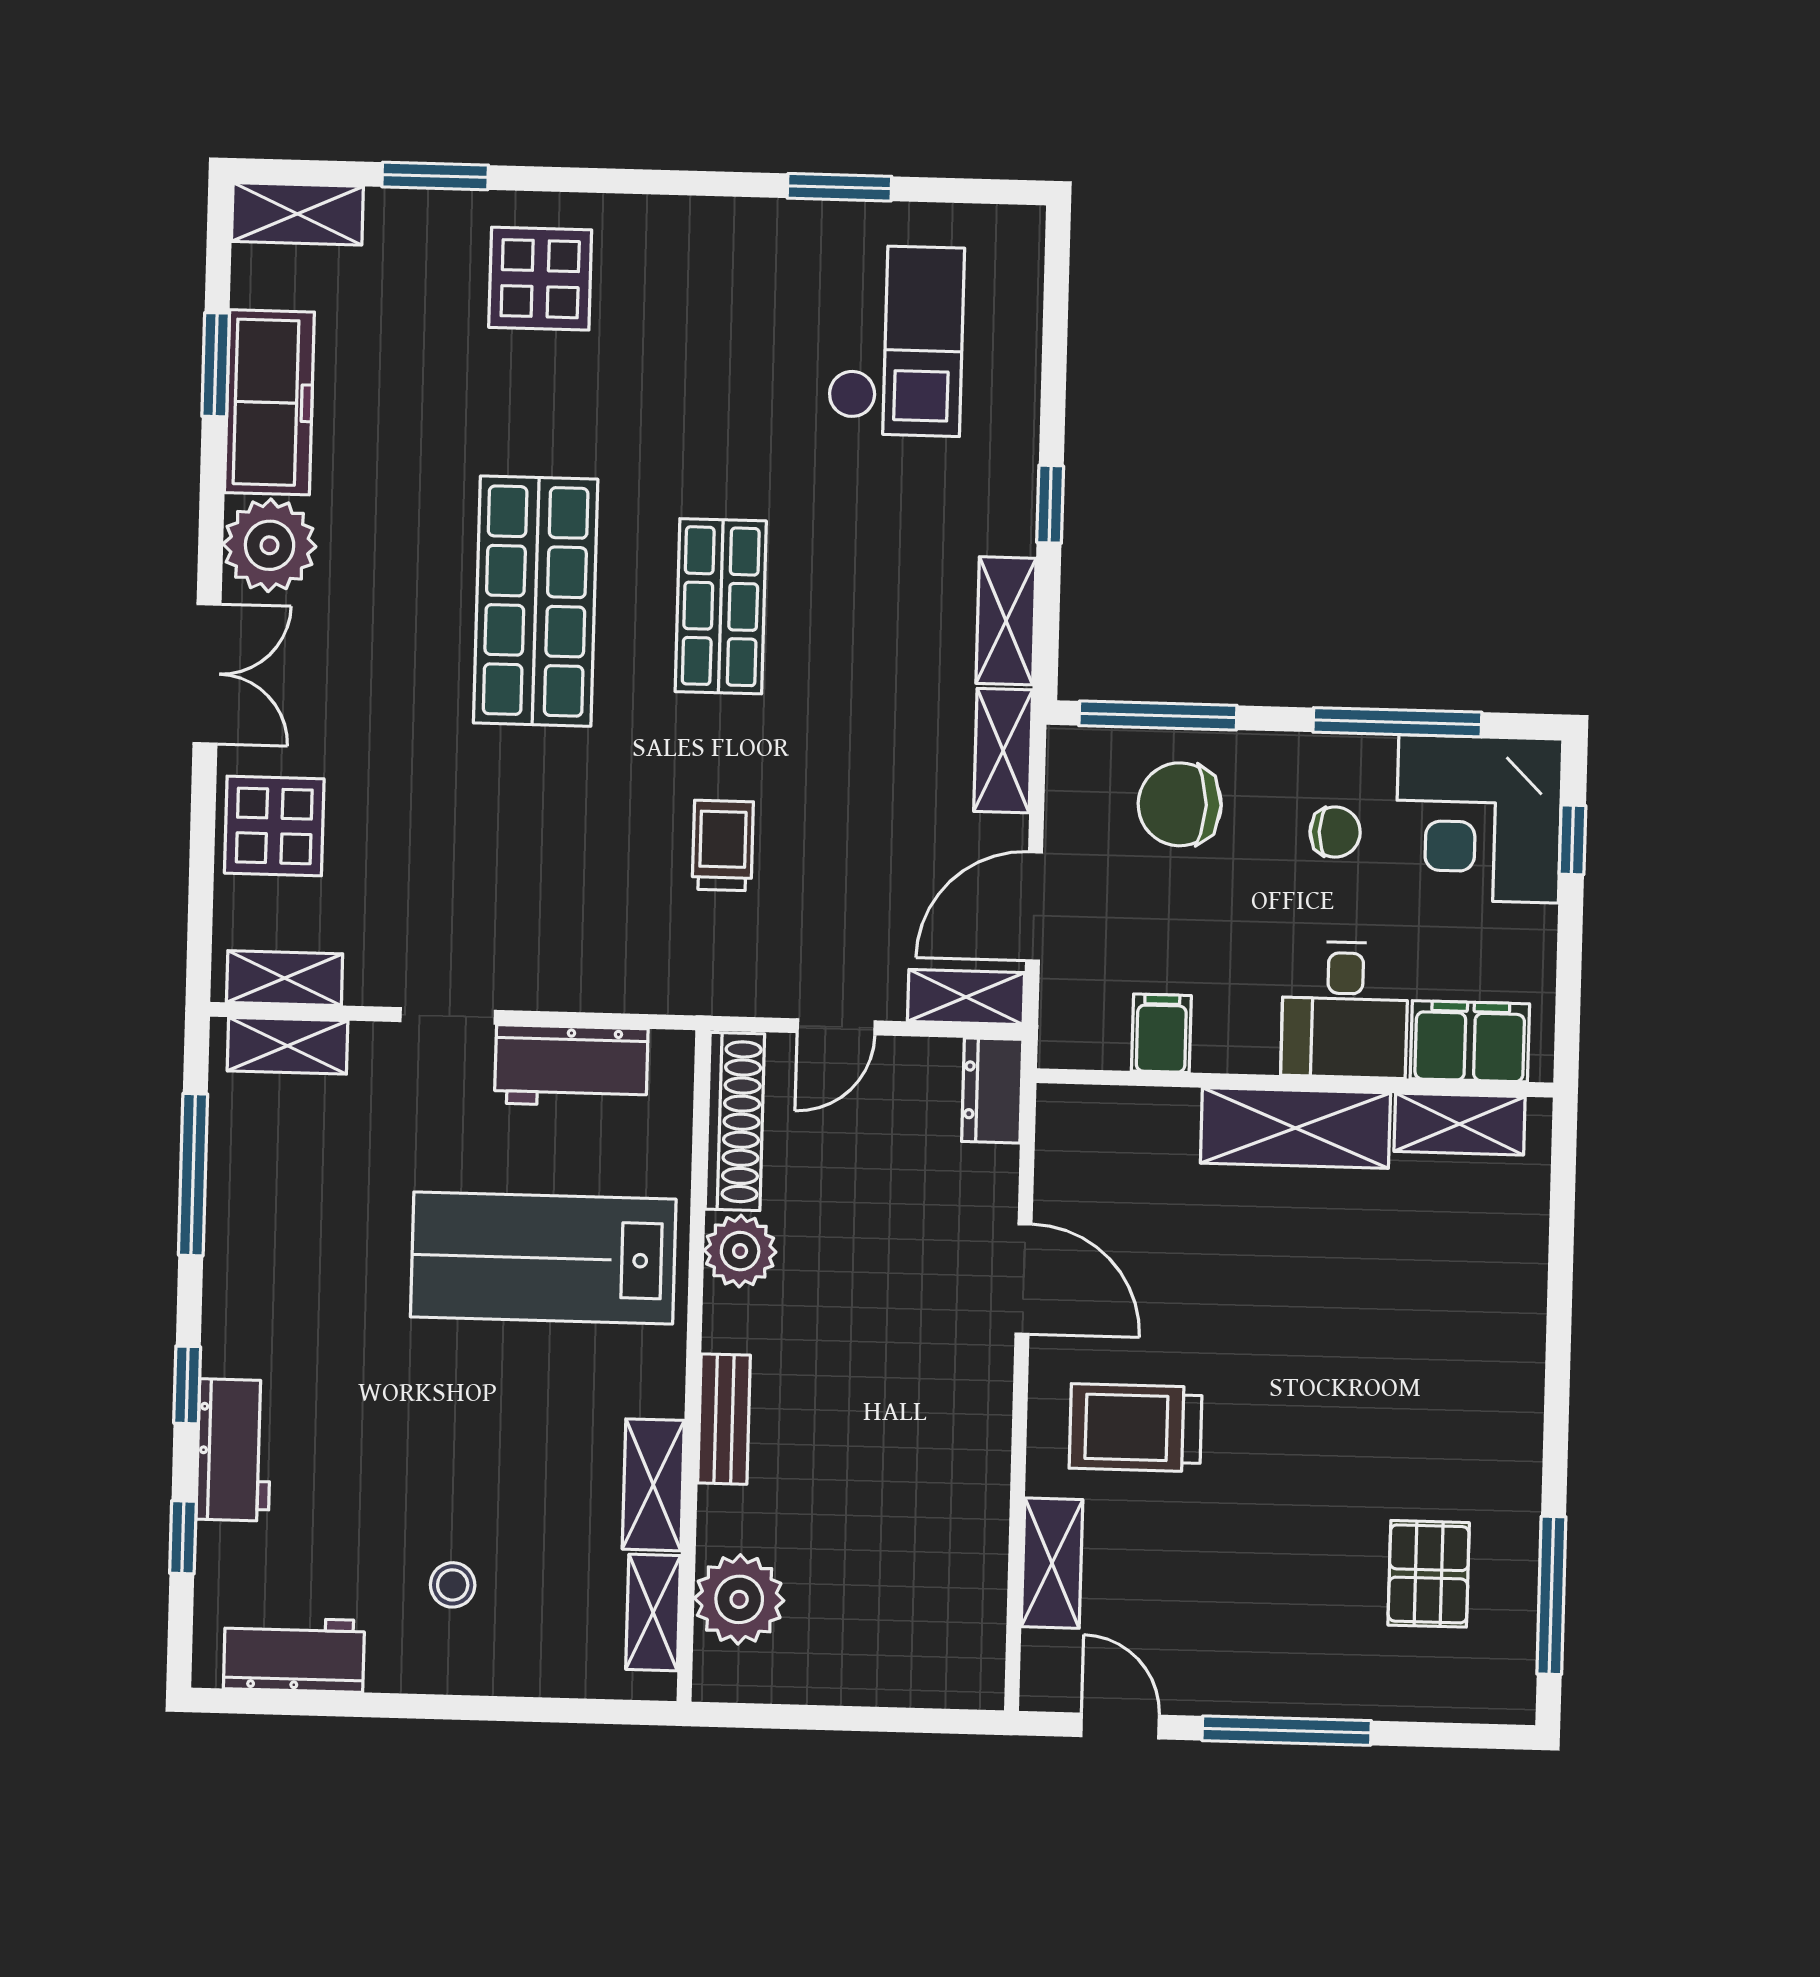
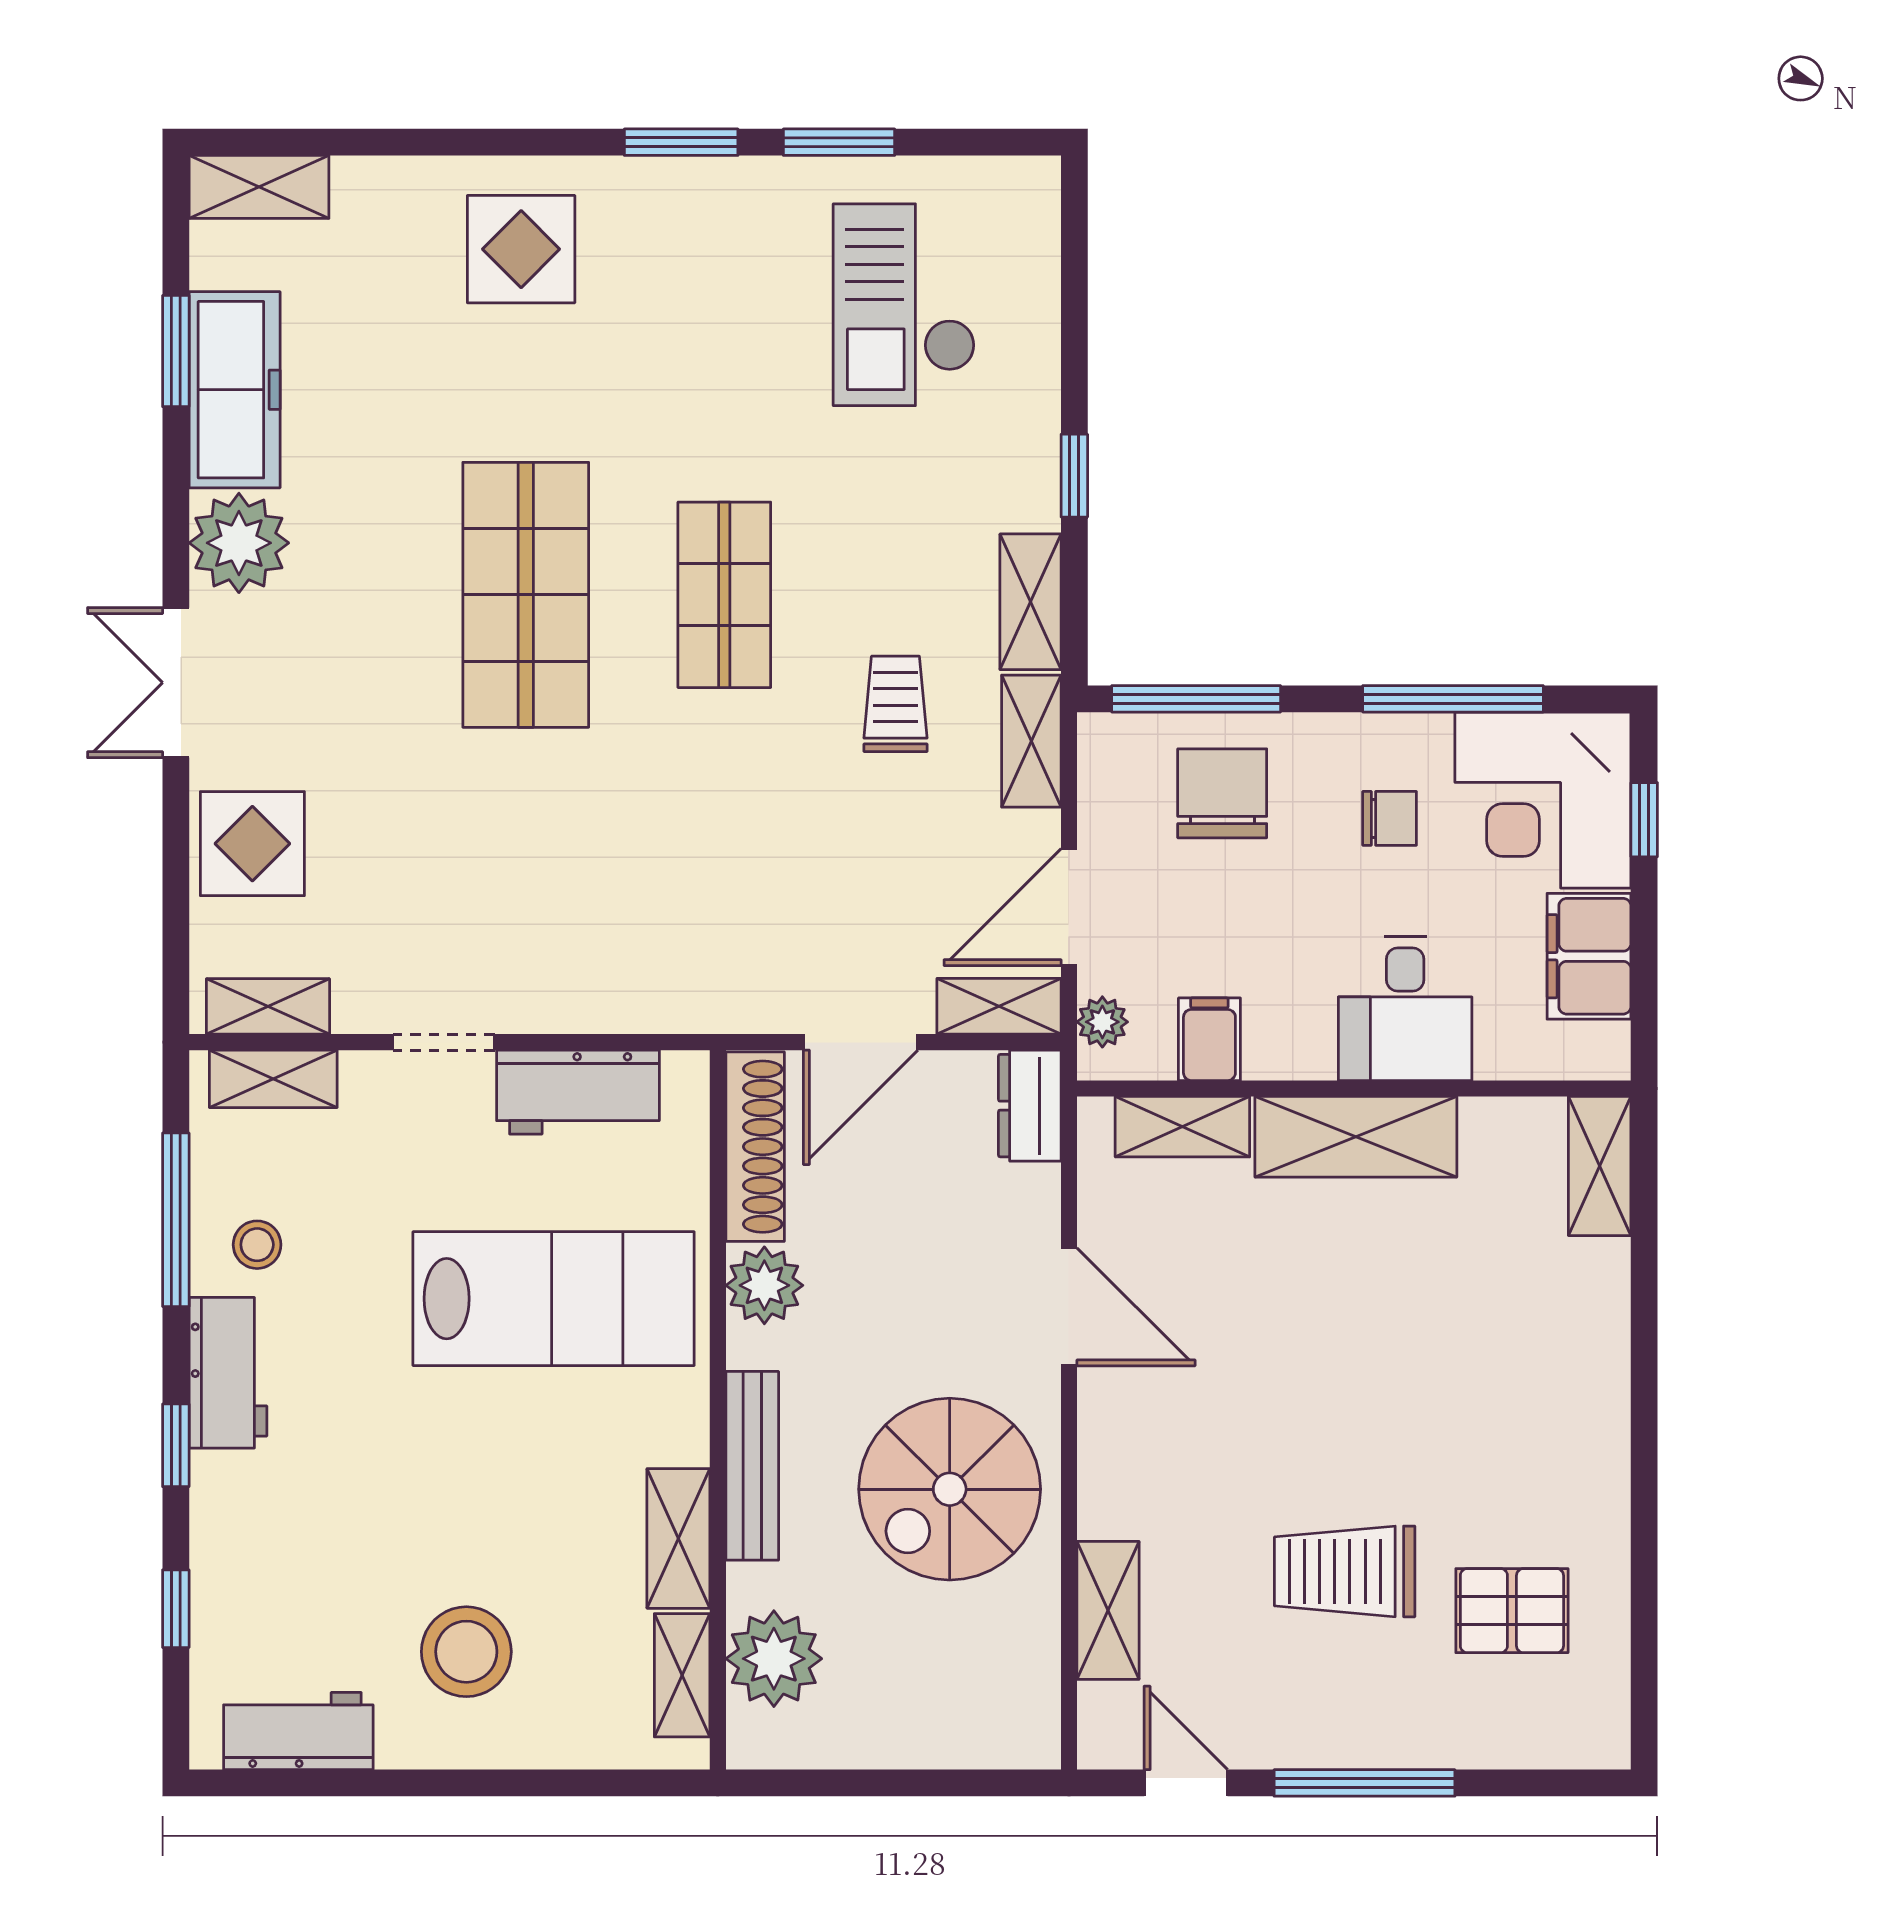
window: (435, 176) -> (681, 142), moved
checkout: (896, 341) -> (904, 305), turned 180
double door: (207, 674) -> (176, 683), swing flipped
chair: (1180, 804) -> (1222, 793), turned 90
trolley: (723, 845) -> (895, 704), moved
plant: (1062, 1014) -> (1102, 1022), added
door: (836, 1027) -> (861, 1042), width x1.37
filing cabinet: (1470, 1041) -> (1589, 956), moved, turned -90
shelving: (1134, 1114) -> (1182, 1127), added
shelving: (1460, 1124) -> (1600, 1166), moved, turned 90
stool: (268, 1200) -> (257, 1245), added
lab bench: (543, 1258) -> (554, 1299), turned 180
bench: (724, 1419) -> (752, 1466), width x1.36
trolley: (1136, 1428) -> (1345, 1571), moved
spiral stairs: (908, 1446) -> (950, 1489), added
workbench: (234, 1450) -> (228, 1373), moved
pallet: (1429, 1574) -> (1512, 1611), turned 90
stool: (453, 1585) -> (466, 1652), width x1.89, depth x1.89
window: (1551, 1595) -> (1644, 1630), removed

